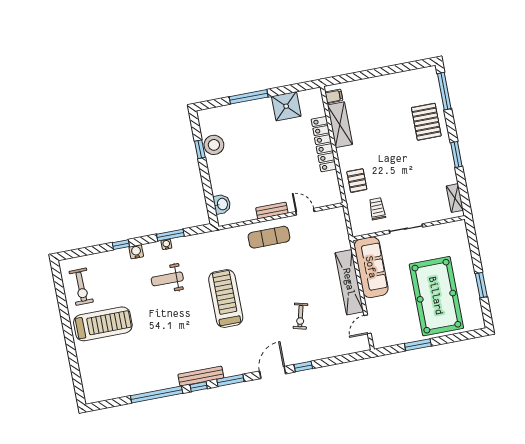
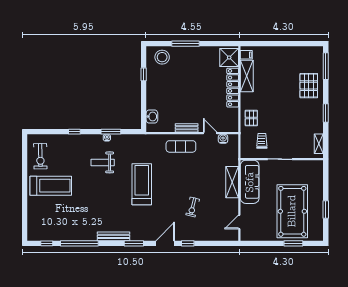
shower: (286, 106) -> (229, 57), moved
stool: (214, 145) -> (162, 57), moved
water cooler: (136, 252) -> (223, 139), moved
shelving: (349, 282) -> (232, 182), width x0.68
window: (418, 345) -> (293, 243), moved
window: (199, 387) -> (47, 243), moved

